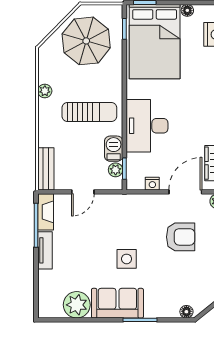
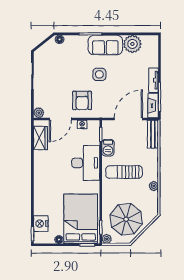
plant: (116, 170) -> (107, 239), moved
door: (83, 192) -> (128, 119), width x1.87
armchair: (181, 237) -> (82, 101), moved, turned -90

